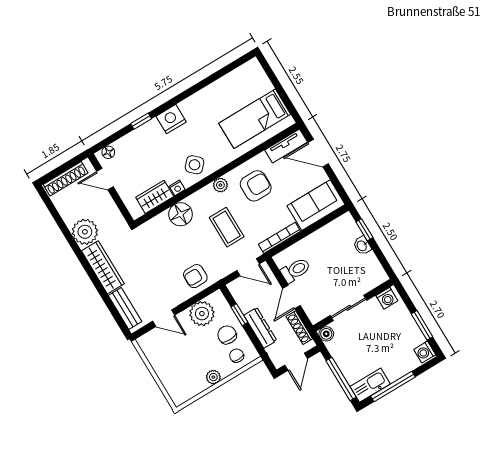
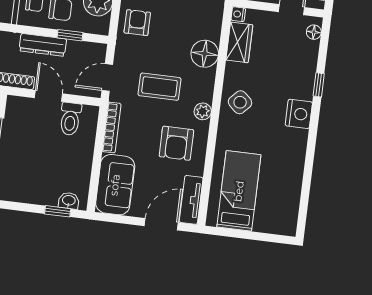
nightstand: (177, 188) -> (238, 14), moved
washbasin: (362, 246) -> (69, 201), moved

